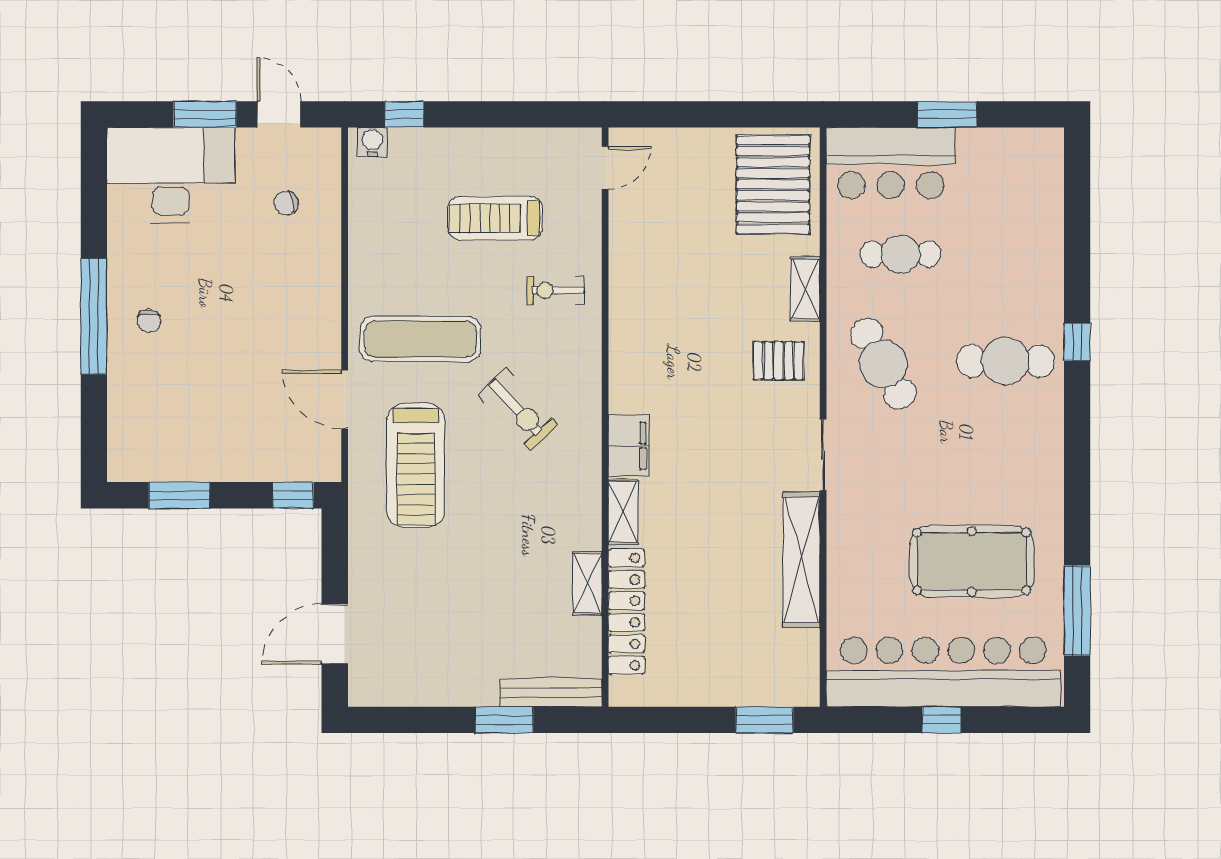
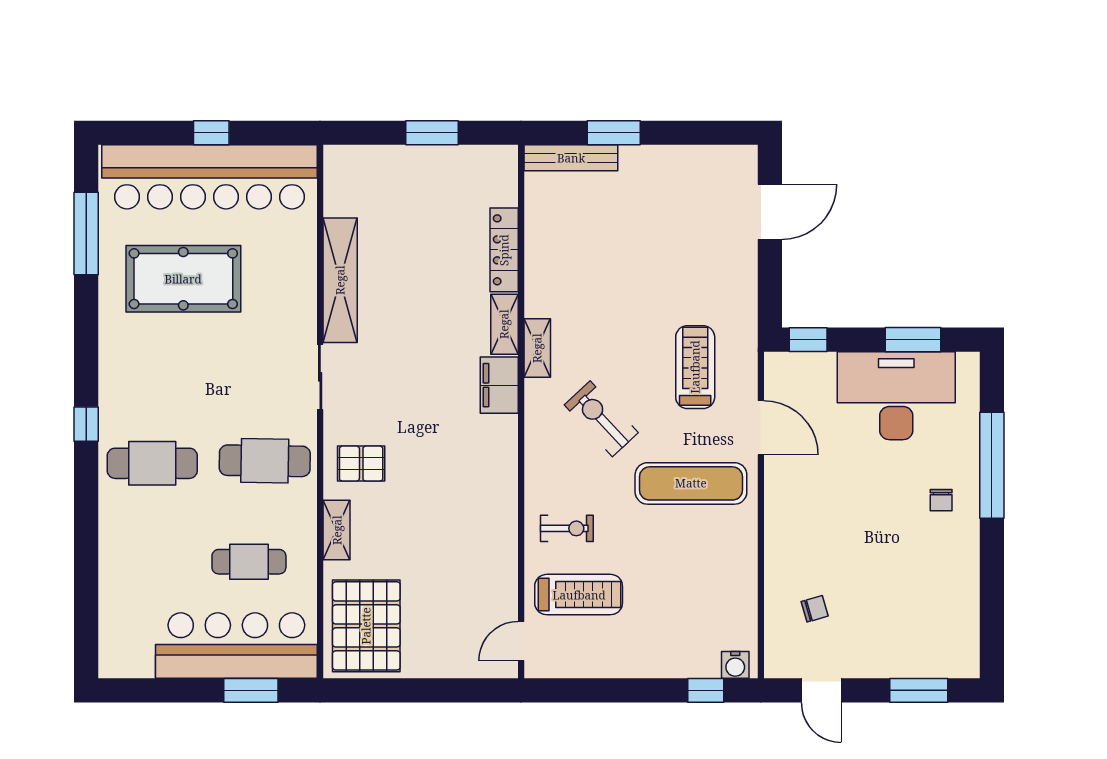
window: (205, 114) -> (919, 690), moved
window: (947, 114) -> (251, 690), moved
bar counter: (891, 163) -> (236, 646), width x1.36
desk: (171, 175) -> (896, 396), moved, turned 180
treadmill: (495, 218) -> (579, 595), moved
window: (94, 316) -> (992, 465), moved
chair: (149, 321) -> (941, 500), turned 180
window: (1077, 342) -> (86, 424), moved
cafe table: (883, 364) -> (265, 461), turned -60
treadmill: (416, 465) -> (695, 367), width x0.73, depth x0.73
shelving: (587, 583) -> (537, 348), moved
locker: (626, 612) -> (504, 250), width x0.71, depth x0.83
window: (765, 720) -> (432, 133), moved

